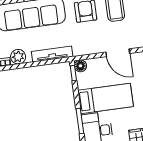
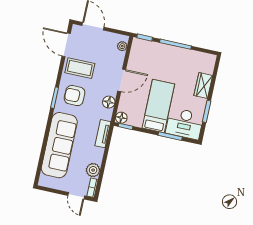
floor lamp: (91, 48) -> (109, 102), added
tv unit: (52, 54) -> (103, 134), width x0.71

